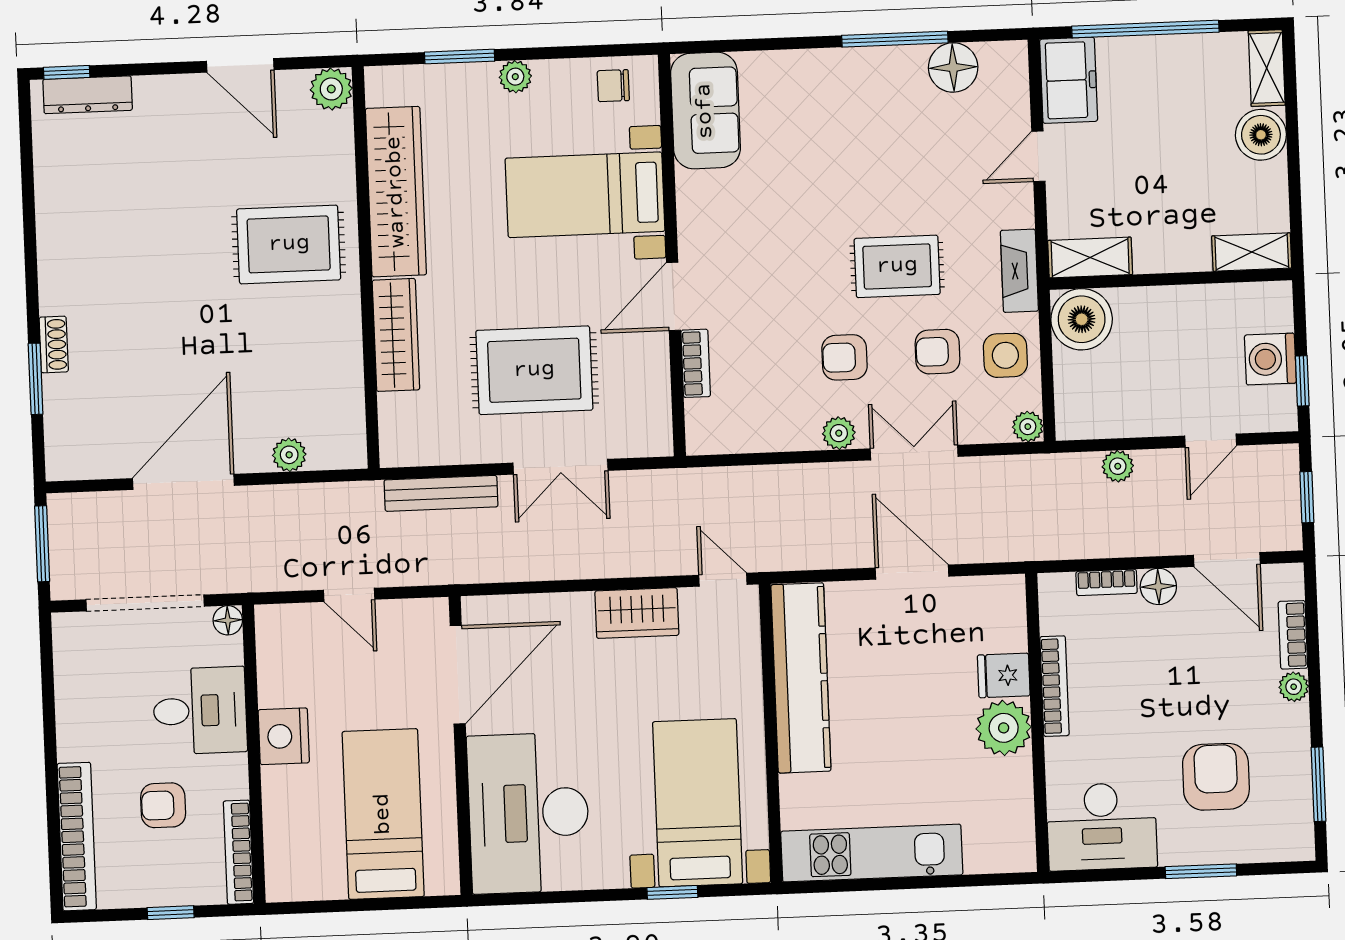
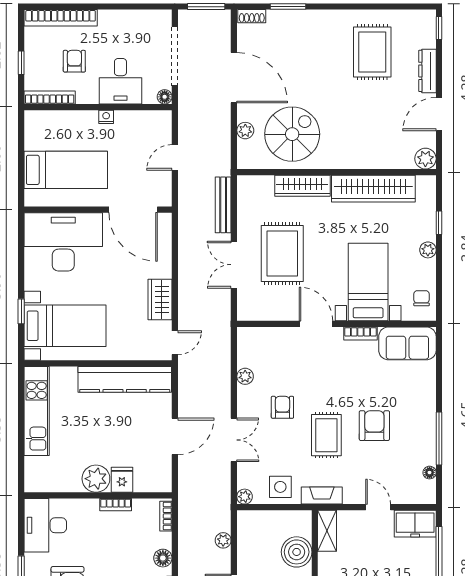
window: (460, 57) -> (439, 223), width x0.67
floor lamp: (953, 67) -> (430, 473), width x0.53, depth x0.53
dresser: (88, 95) -> (427, 71), moved
rug: (289, 244) -> (372, 52), moved
boiler: (1082, 319) -> (297, 552), moved
shoe rack: (54, 344) -> (252, 16), moved
armchair: (938, 352) -> (374, 426), moved, width x1.38, depth x1.38
spiral stairs: (293, 360) -> (292, 134), added
bookcase: (696, 363) -> (360, 334), moved
plant: (839, 433) -> (245, 376), moved
bookcase: (1107, 582) -> (166, 516), moved
bookcase: (1054, 686) -> (116, 505), width x0.64
nightstand: (284, 736) -> (106, 117), width x0.53, depth x0.56

